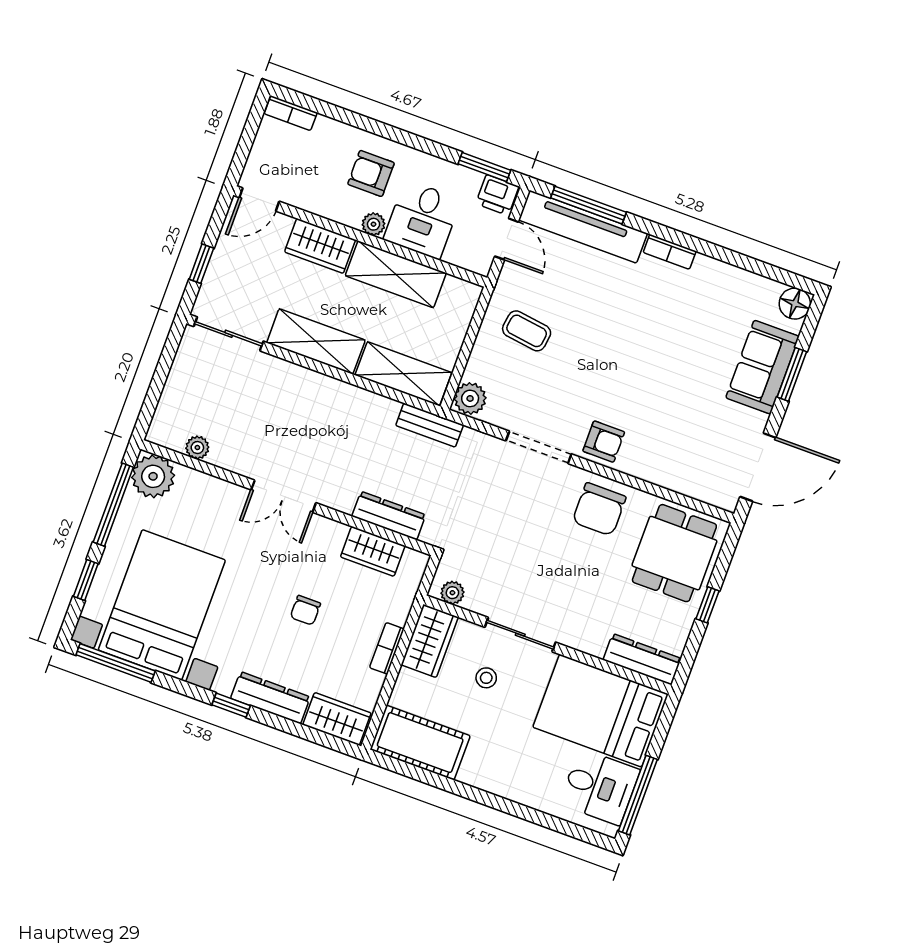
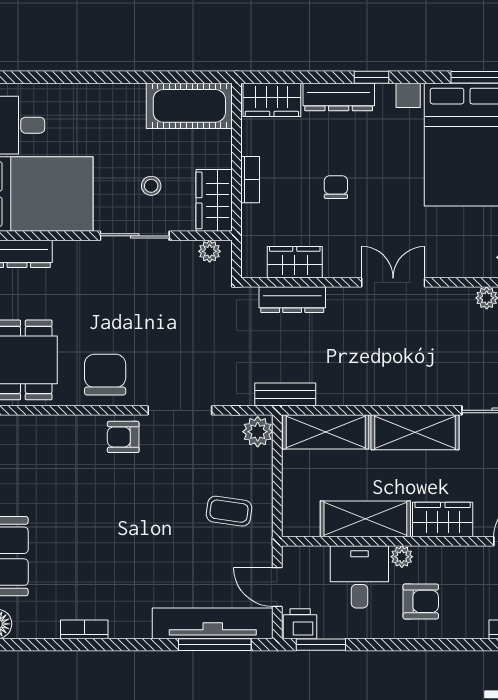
bookcase: (670, 252) -> (84, 629), moved

